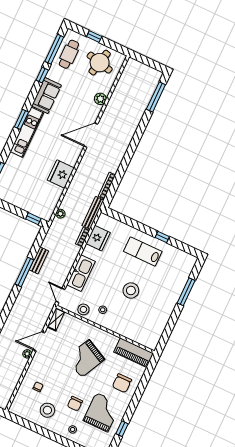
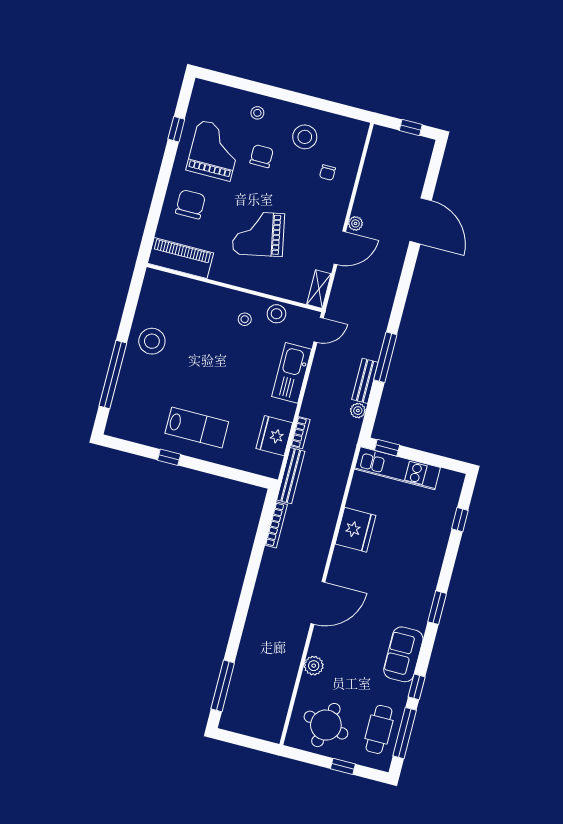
kitchen unit: (27, 132) -> (397, 468), moved, turned -90
plant: (60, 214) -> (358, 411), moved
stool: (131, 291) -> (152, 341), moved
window: (186, 292) -> (113, 375), width x1.46
door: (60, 295) -> (319, 330), hinge flipped
grand piano: (85, 358) -> (258, 234), turned -128
grand piano: (102, 412) -> (214, 150), turned 180

